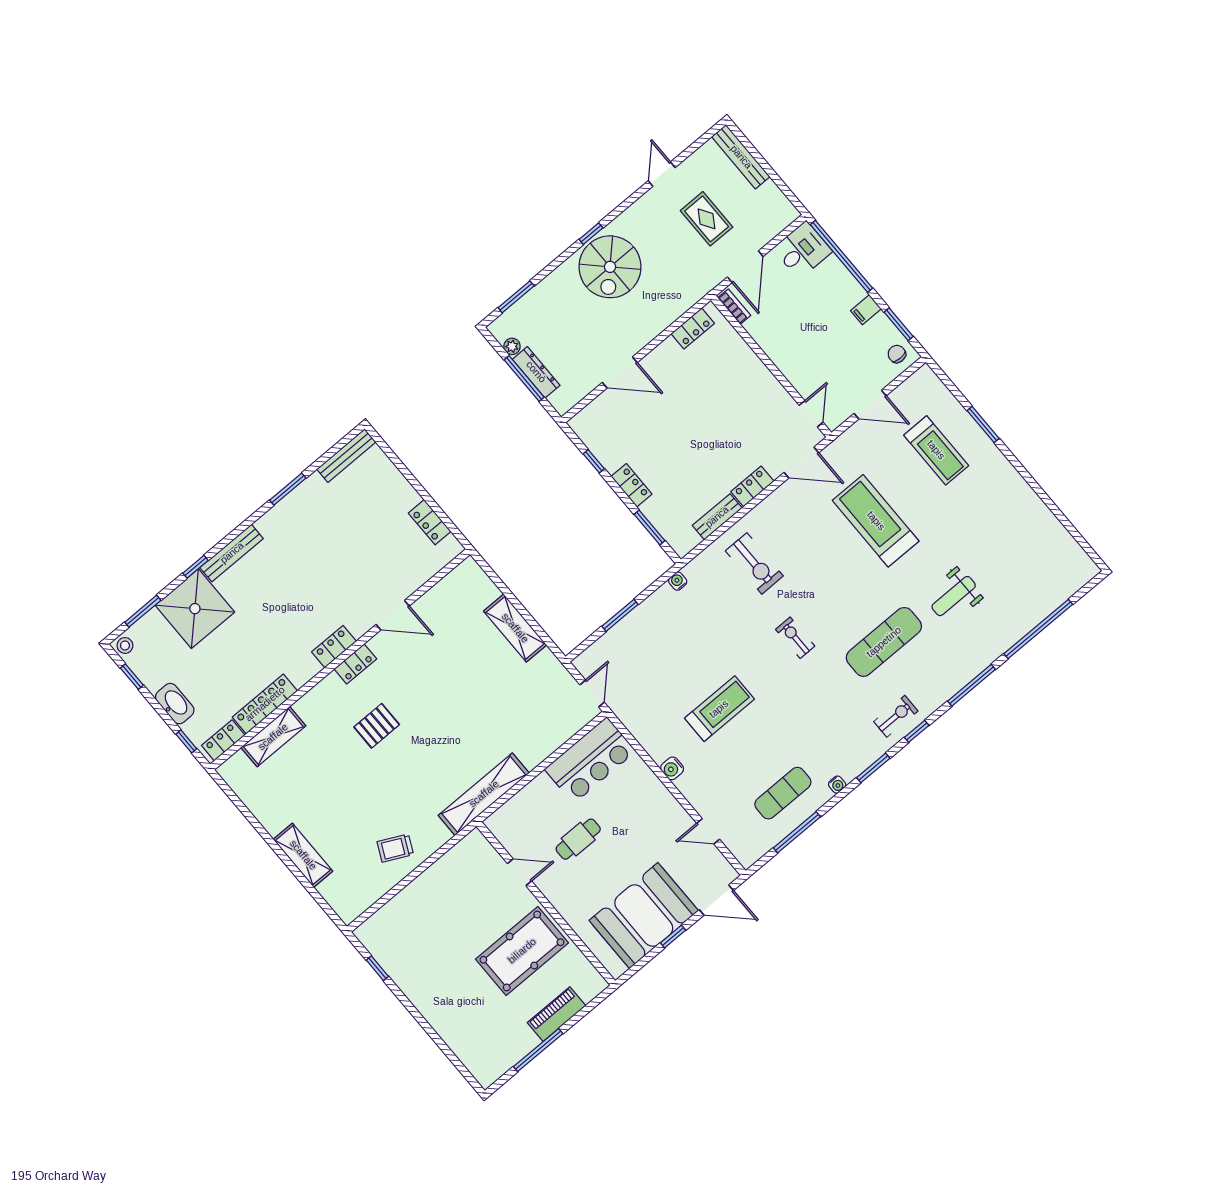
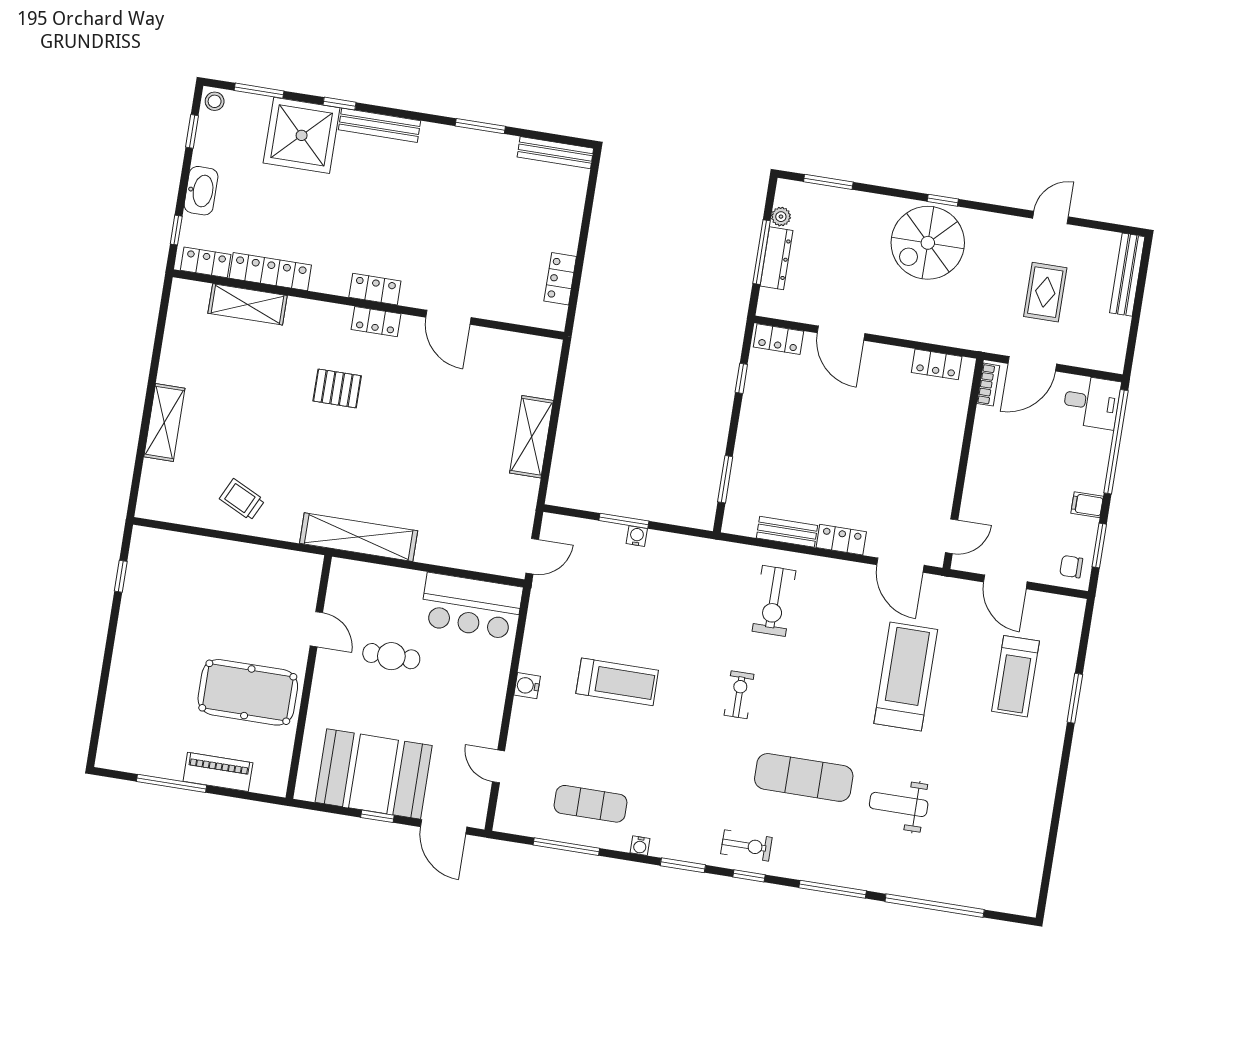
chair: (897, 354) -> (1071, 567), turned -90
locker: (631, 485) -> (779, 339), moved, turned 90
water cooler: (678, 581) -> (637, 536), moved

